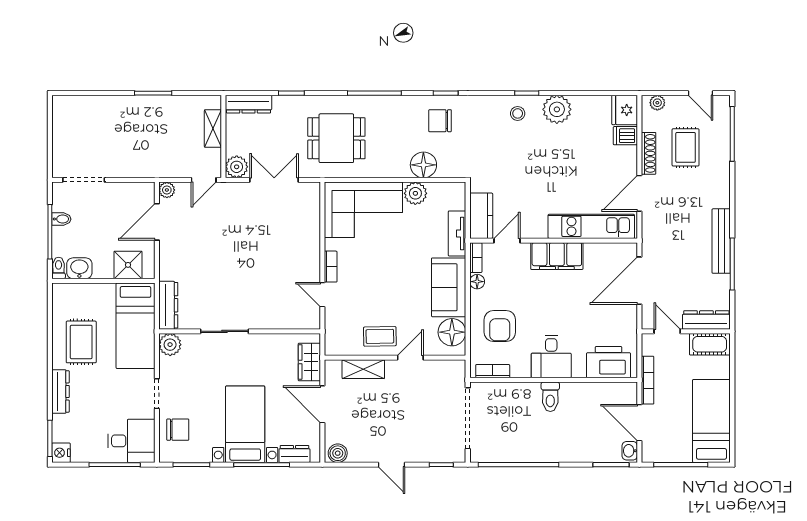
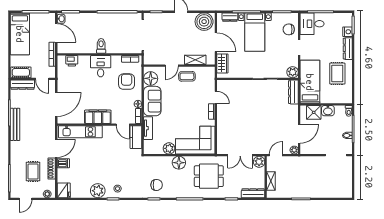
door: (700, 93) -> (25, 199), swing flipped
dishwasher: (625, 136) -> (63, 163), moved
floor lamp: (423, 165) -> (179, 163), moved
door: (507, 241) -> (123, 125), hinge flipped
washbasin: (79, 268) -> (328, 111), moved
printer: (609, 362) -> (72, 61), width x0.53, depth x0.68
nightstand: (61, 453) -> (348, 32), moved
boiler: (338, 453) -> (204, 22), width x1.86, depth x1.86

